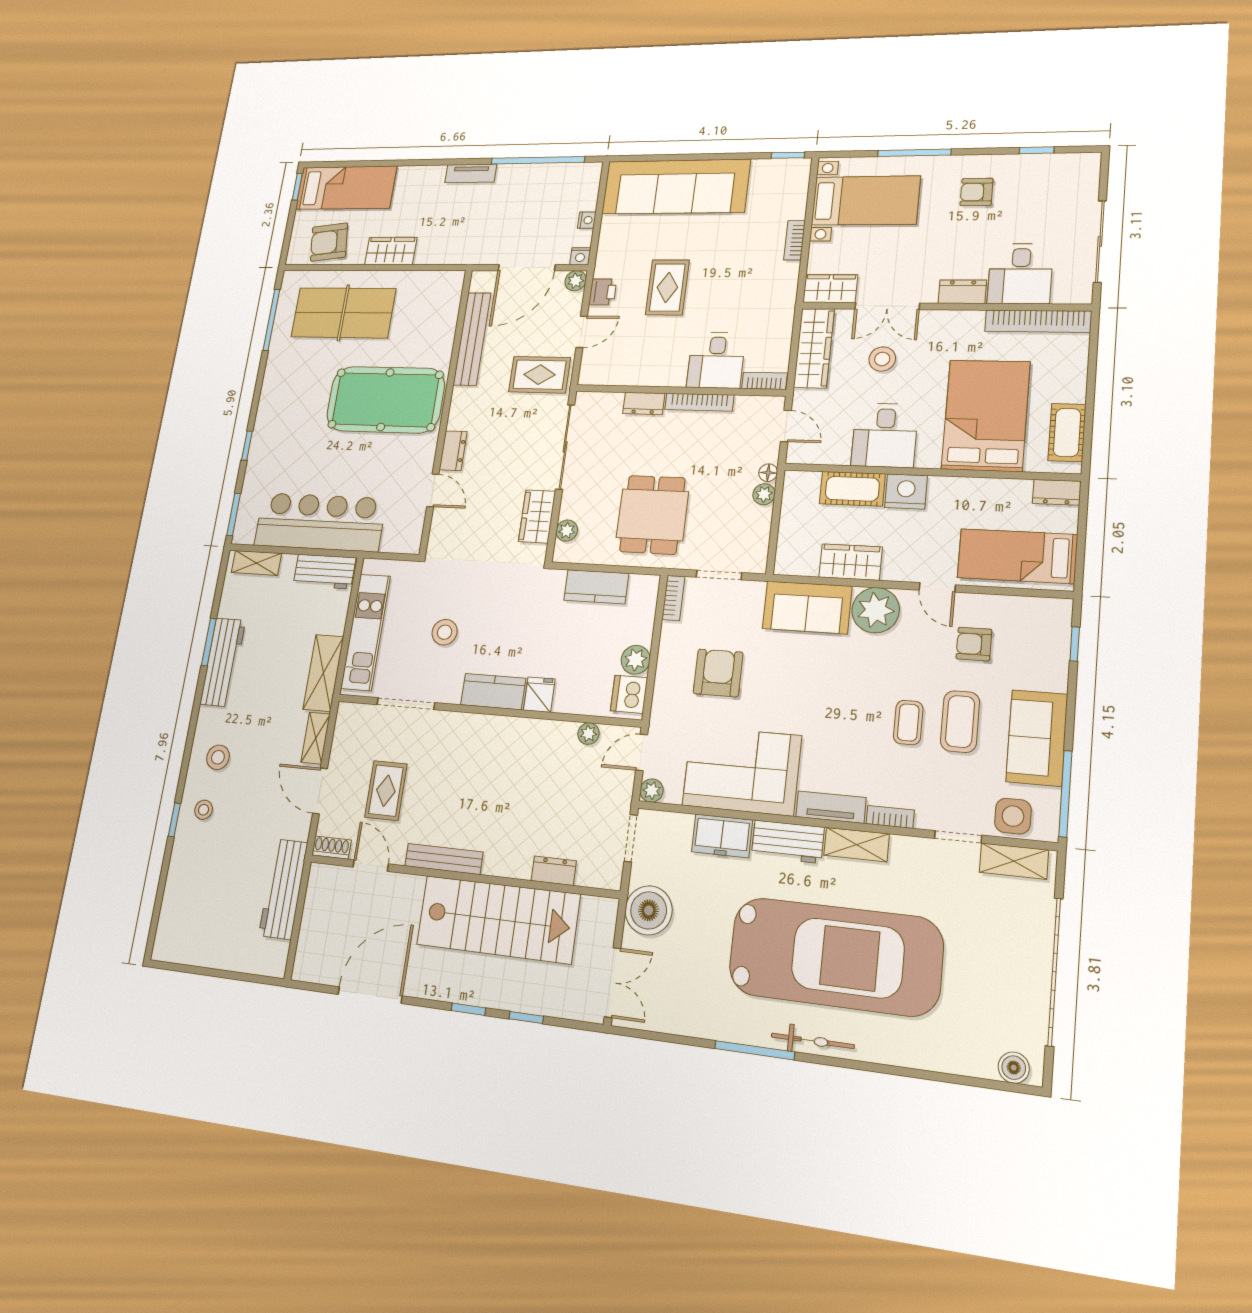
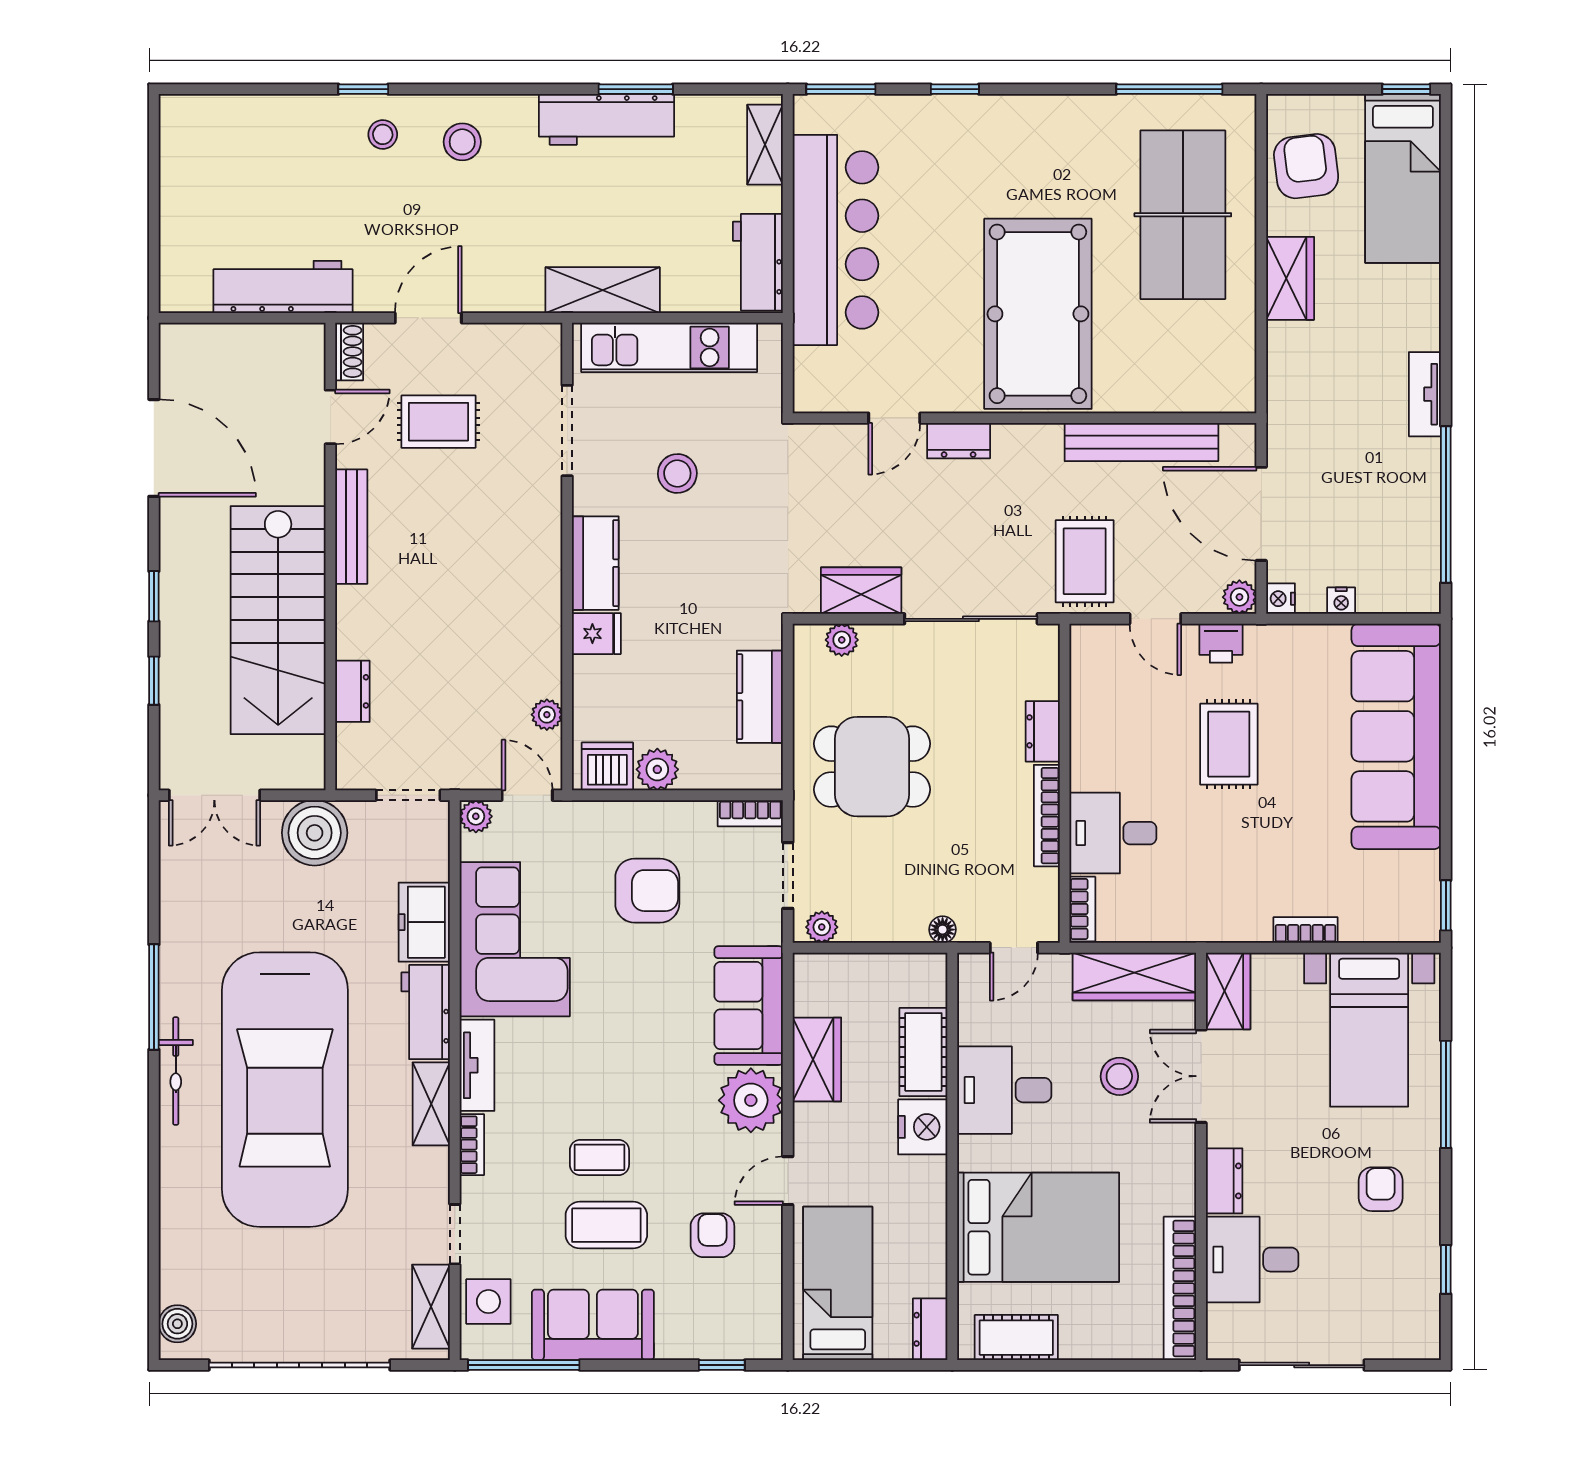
rug: (667, 287) -> (1229, 744), turned 90
plant: (764, 494) -> (822, 927), moved
shelving: (316, 738) -> (504, 296), removed

